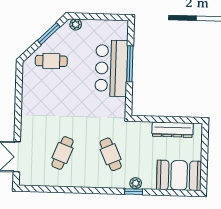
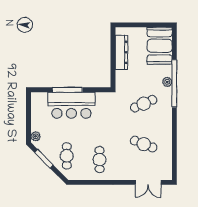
cafe table: (46, 100) -> (100, 160), added
window: (134, 192) -> (174, 84), width x3.17

